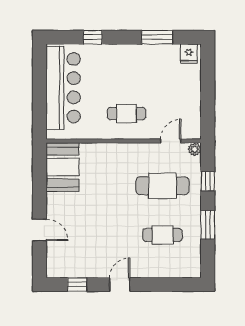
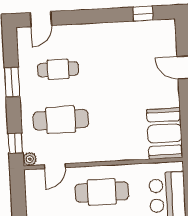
cafe table: (127, 114) -> (102, 192), width x1.37, depth x1.35
window: (208, 181) -> (15, 143), moved
door: (120, 285) -> (41, 19), moved

